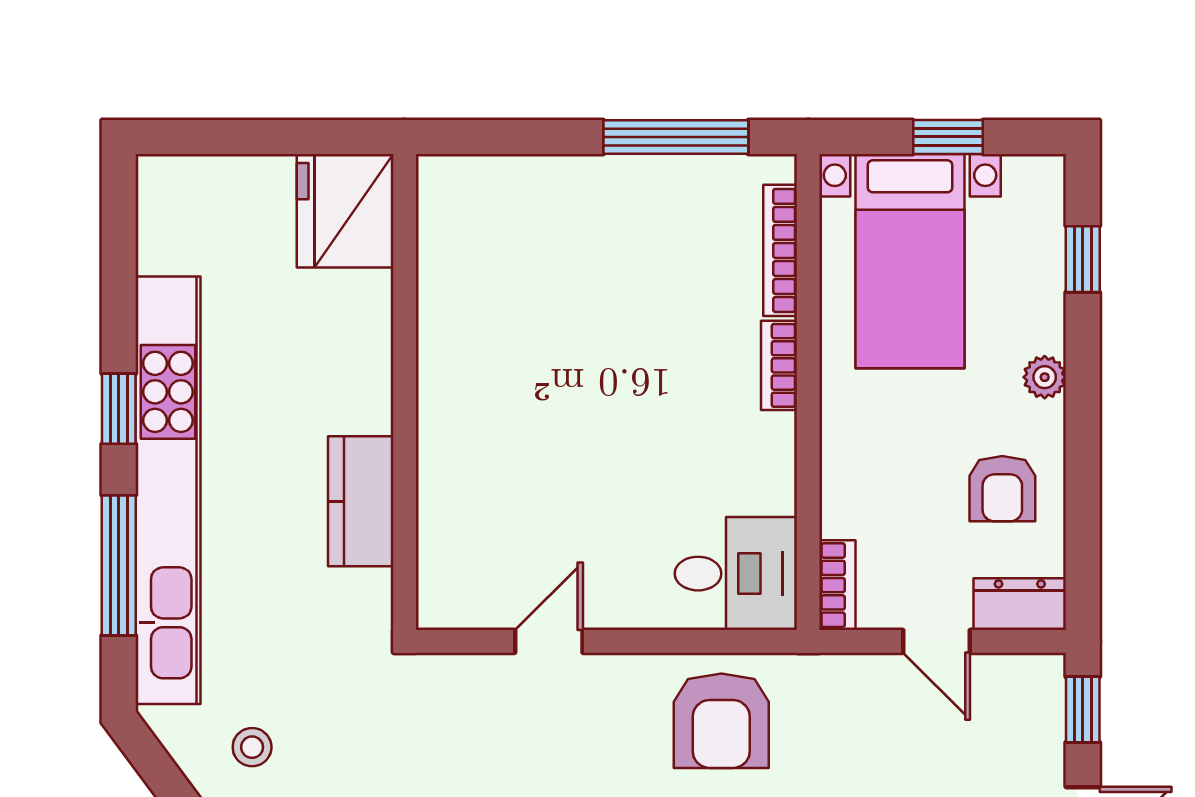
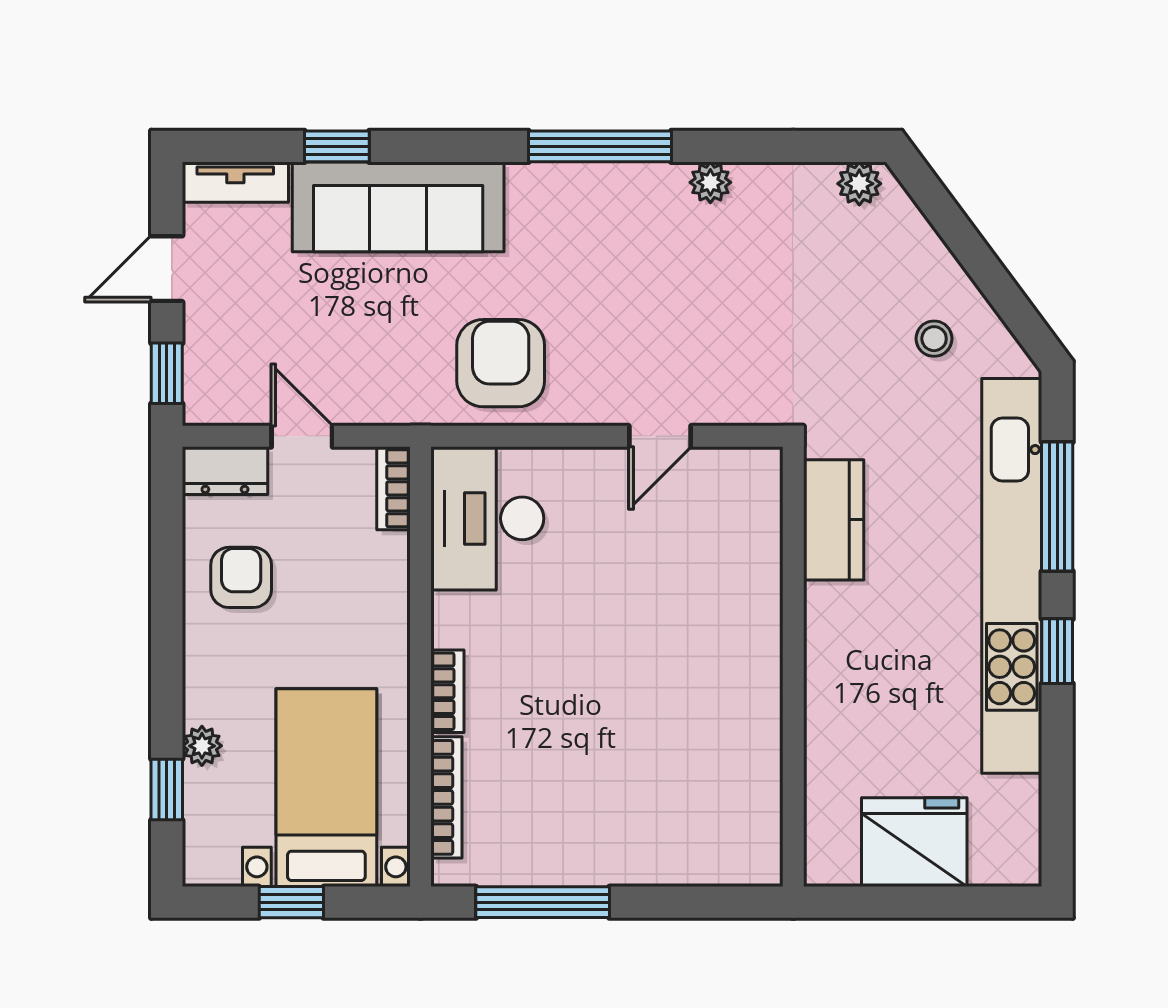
fridge: (345, 211) -> (914, 842), moved, turned -90
plant: (1045, 377) -> (202, 746), moved
kitchen counter: (361, 501) -> (834, 520), moved
desk: (736, 574) -> (487, 518), width x1.37

